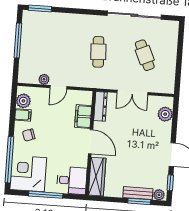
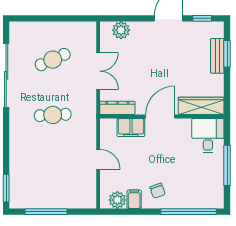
plant: (44, 79) -> (90, 177), removed
corner desk: (28, 174) -> (203, 188), removed
plant: (159, 195) -> (218, 31), removed

